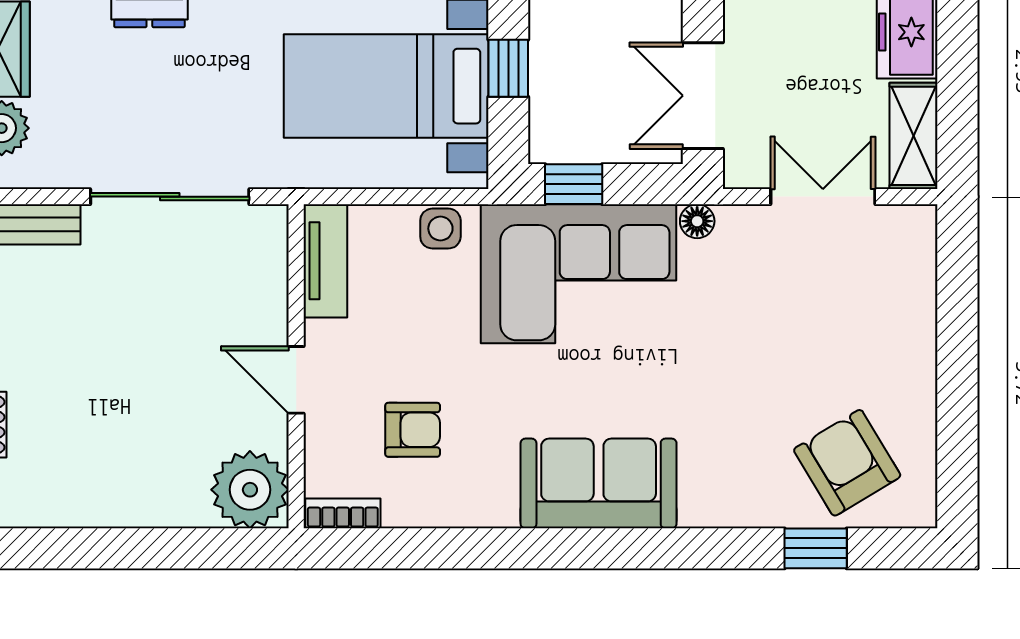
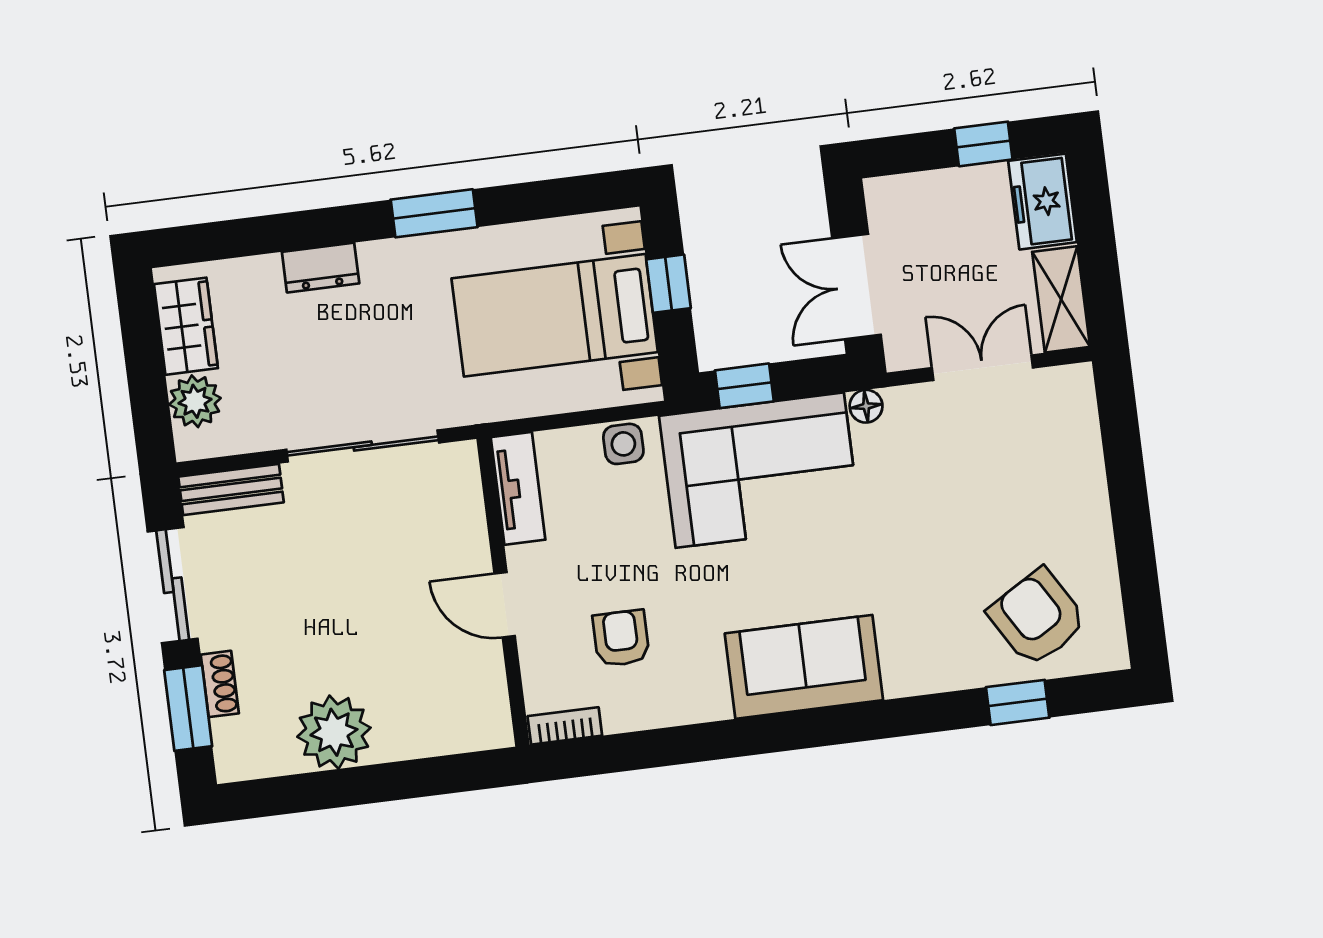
armchair: (413, 430) -> (621, 638), turned -90
plant: (250, 490) -> (334, 732), moved

